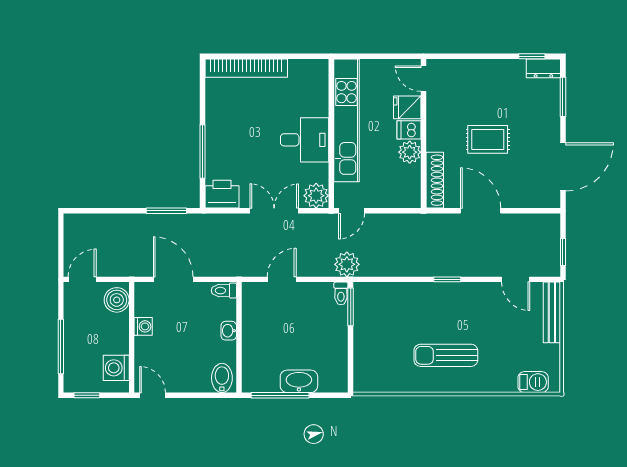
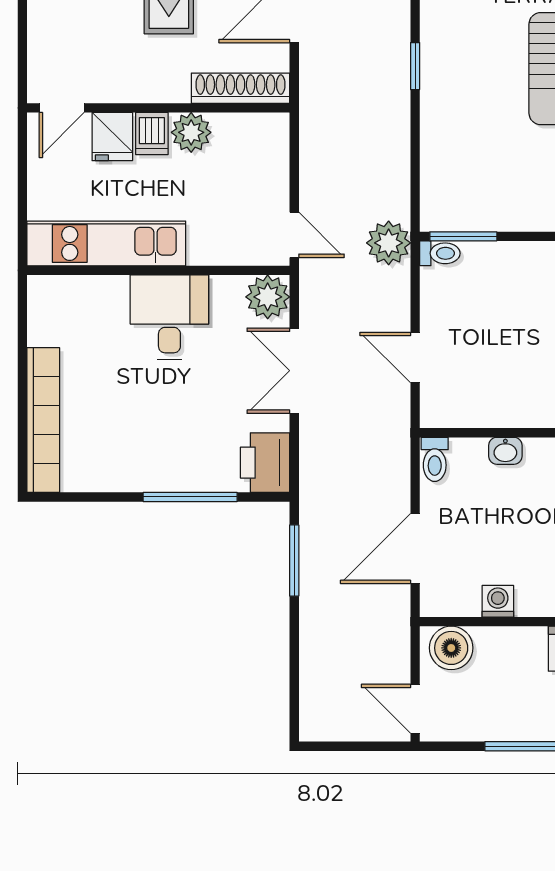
kitchen unit: (347, 120) -> (106, 243), width x0.73

